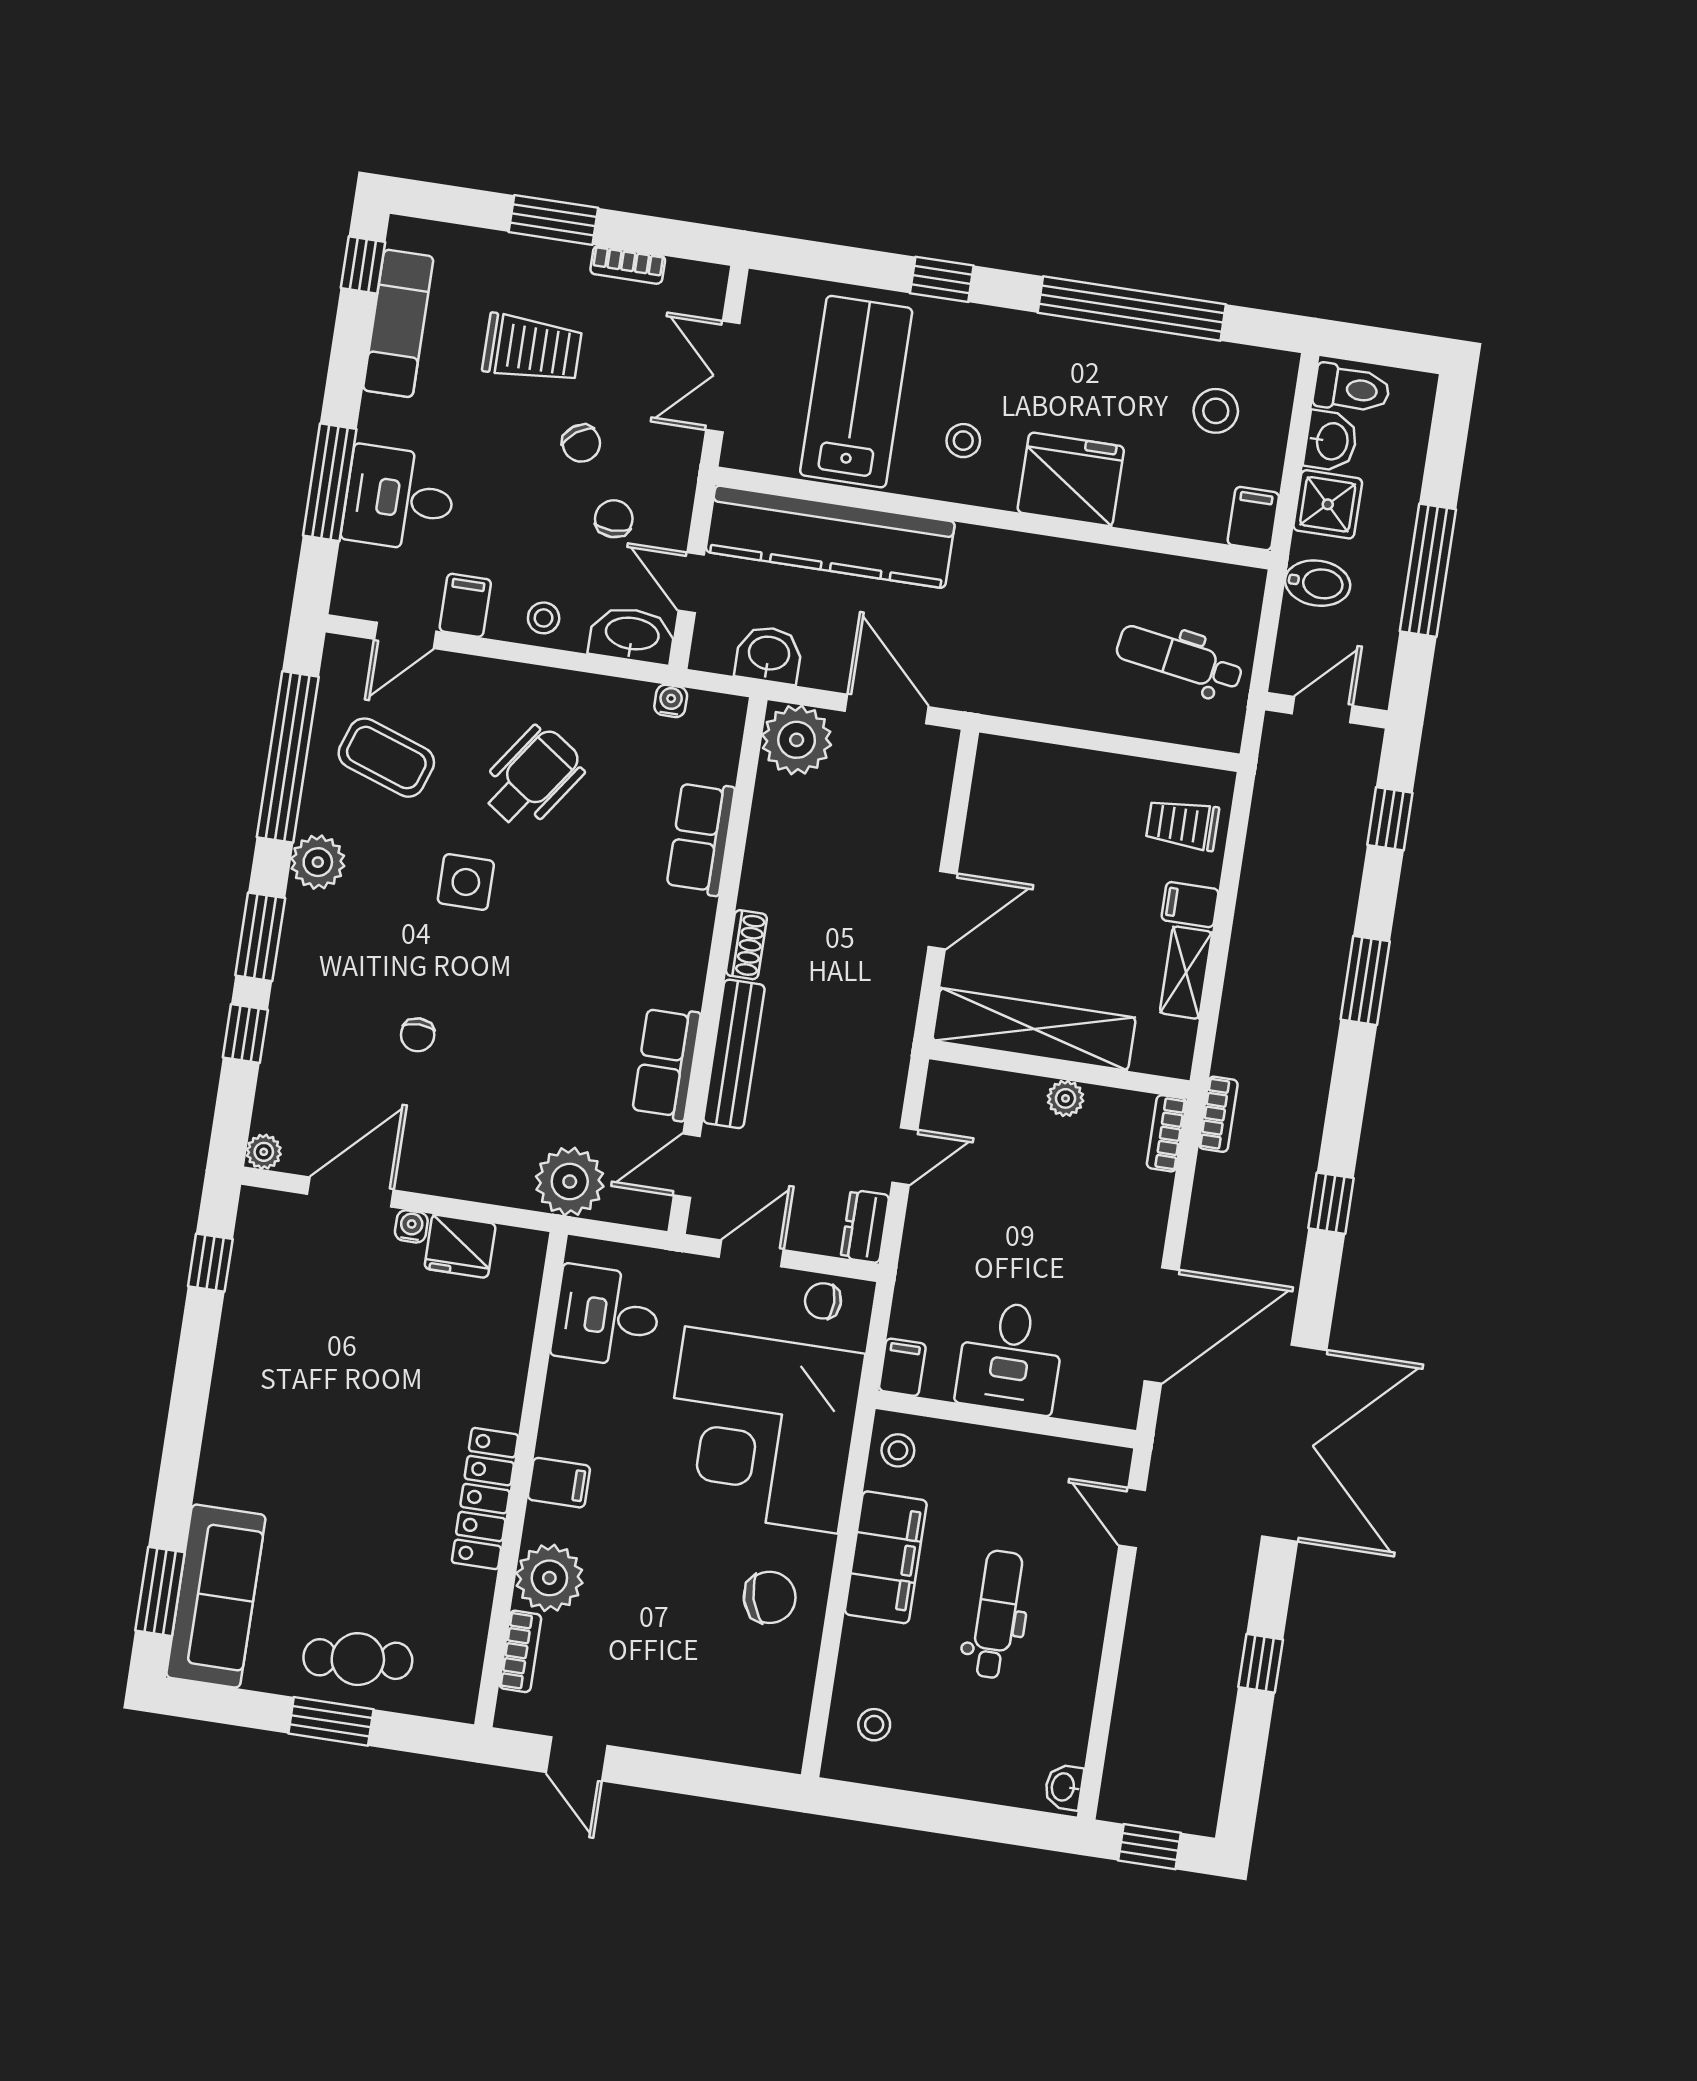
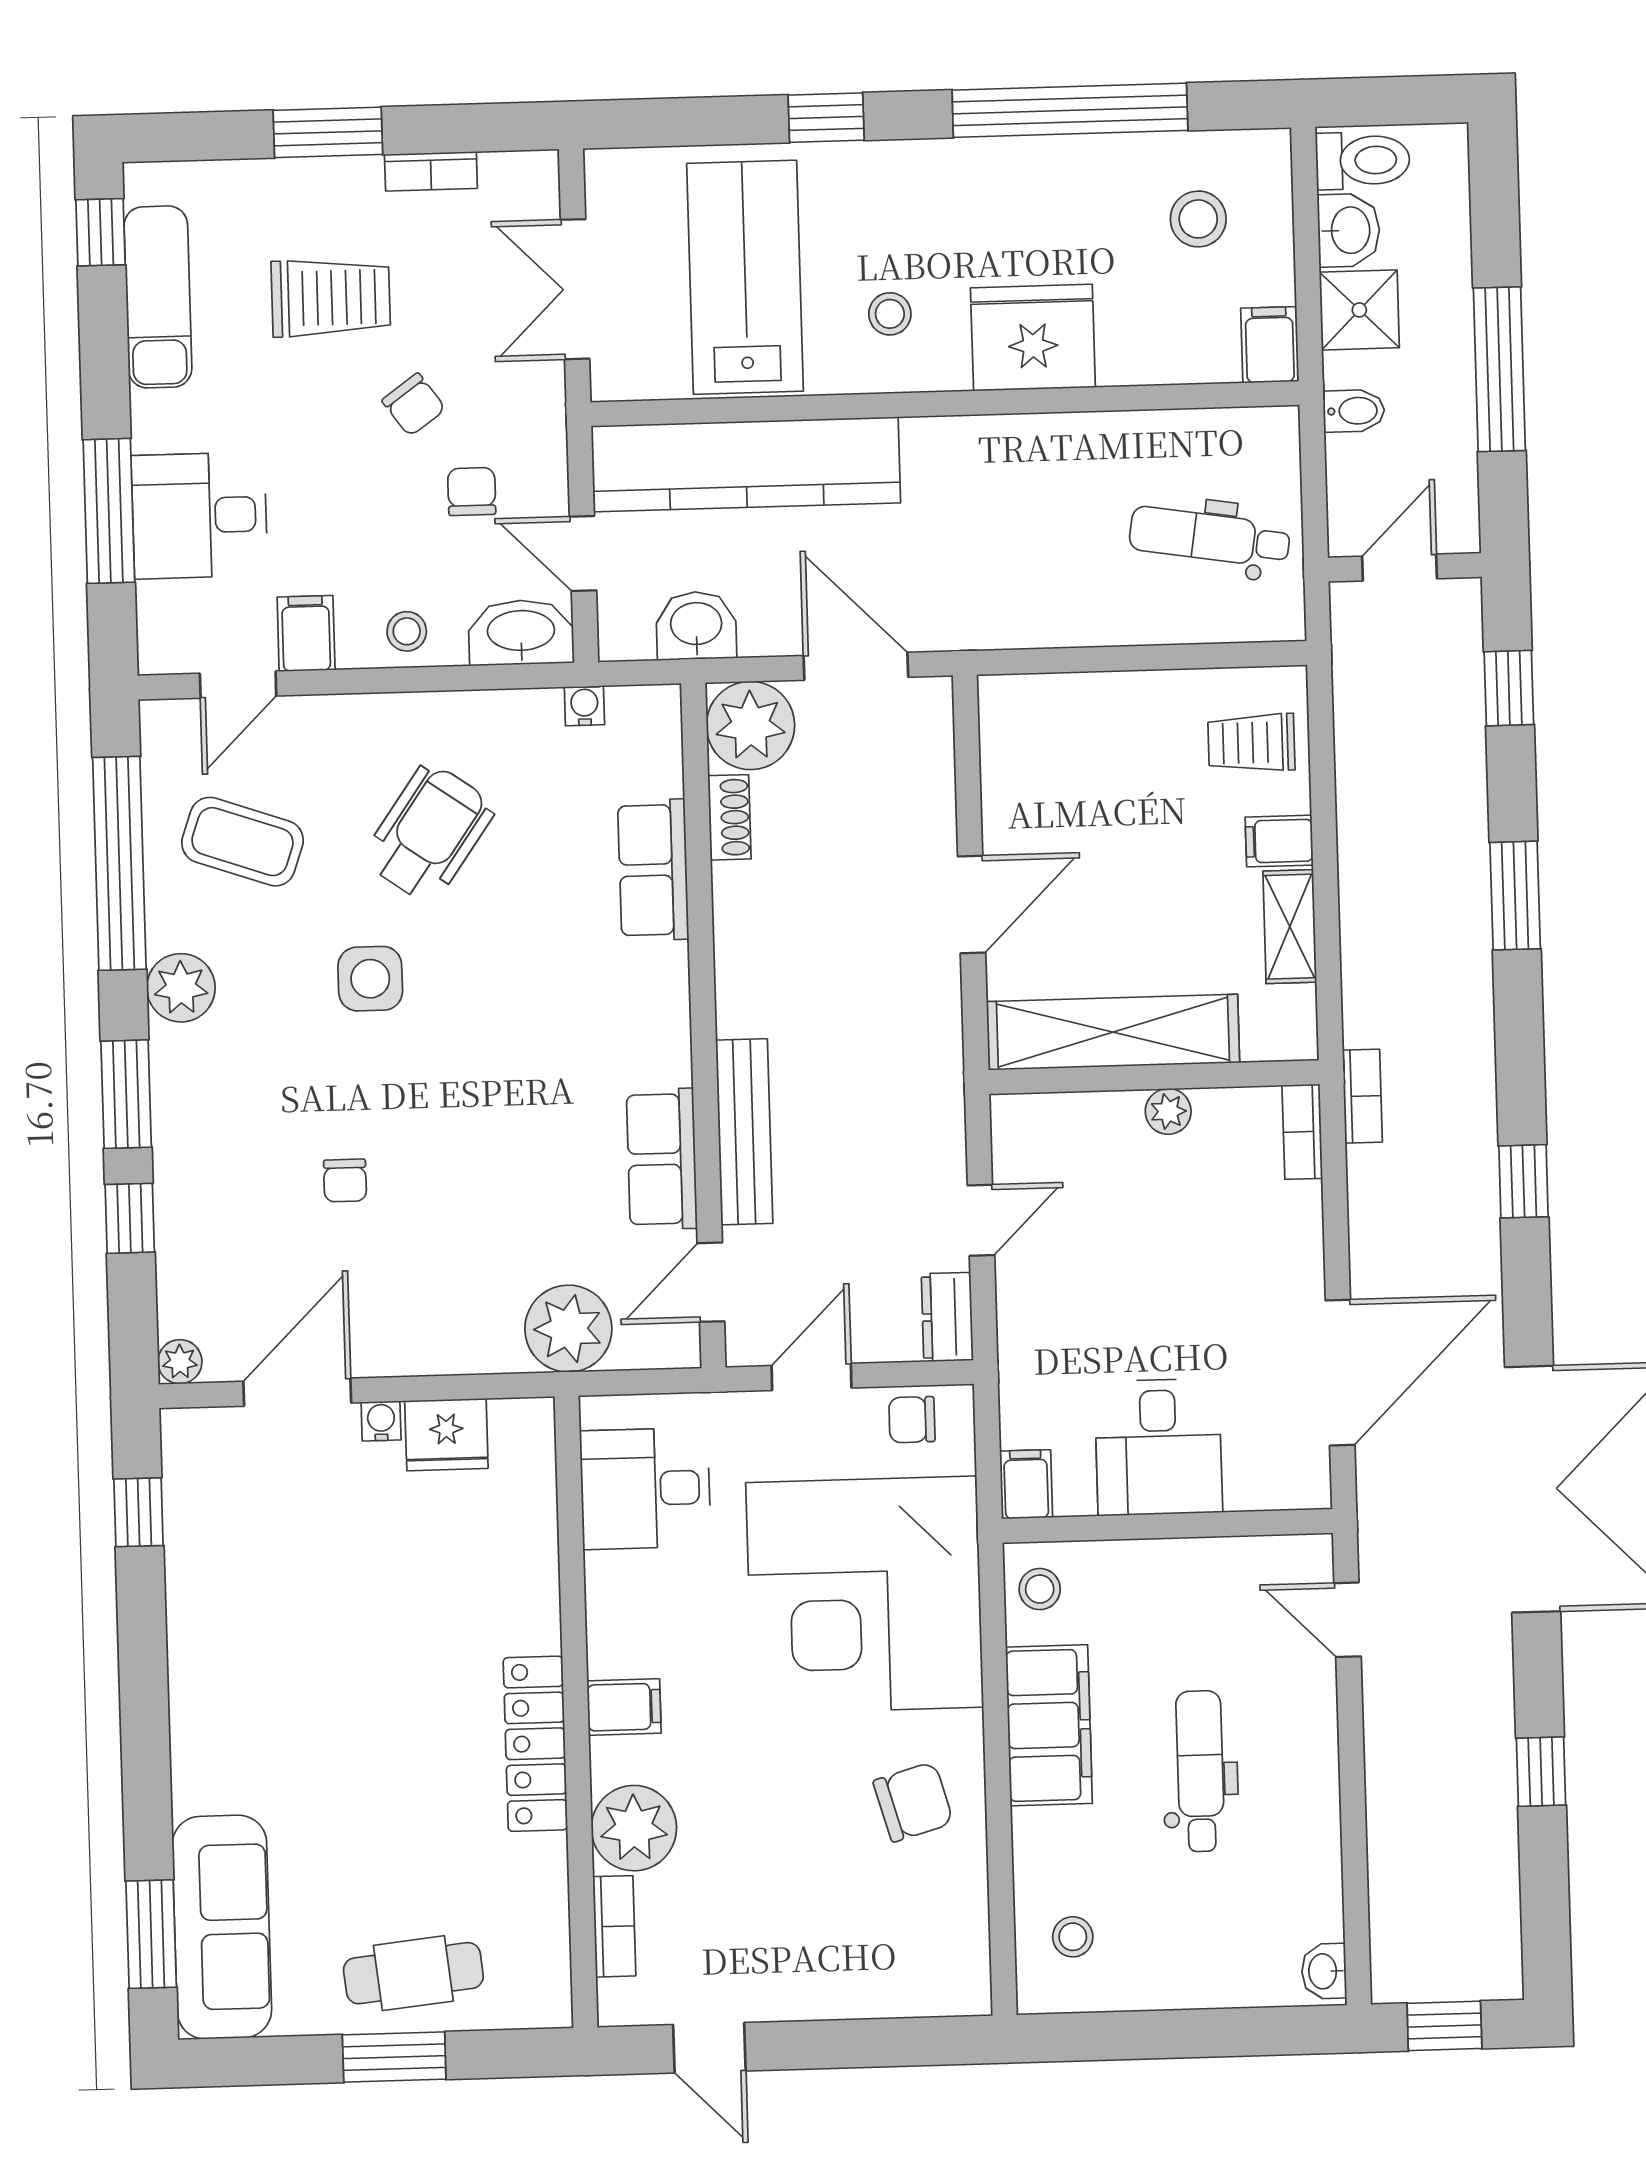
bidet: (1318, 583) -> (1354, 411), width x0.72, depth x0.74
shoe rack: (746, 945) -> (729, 817), moved

